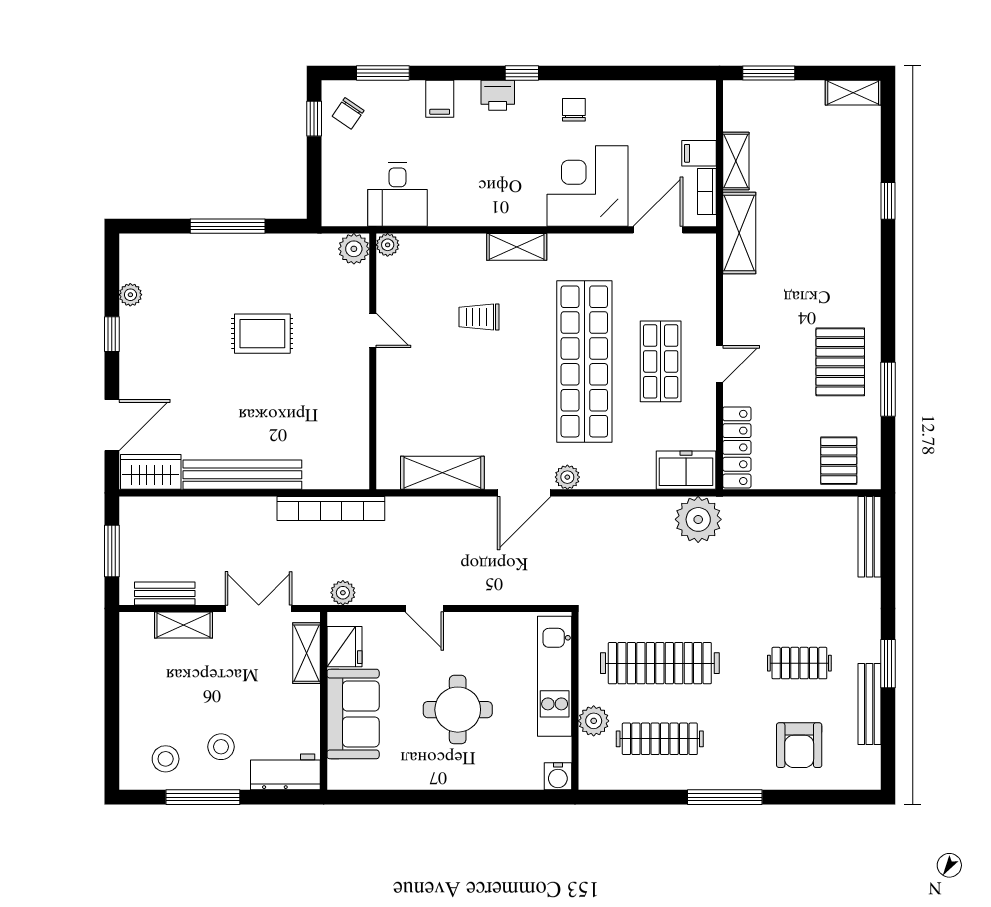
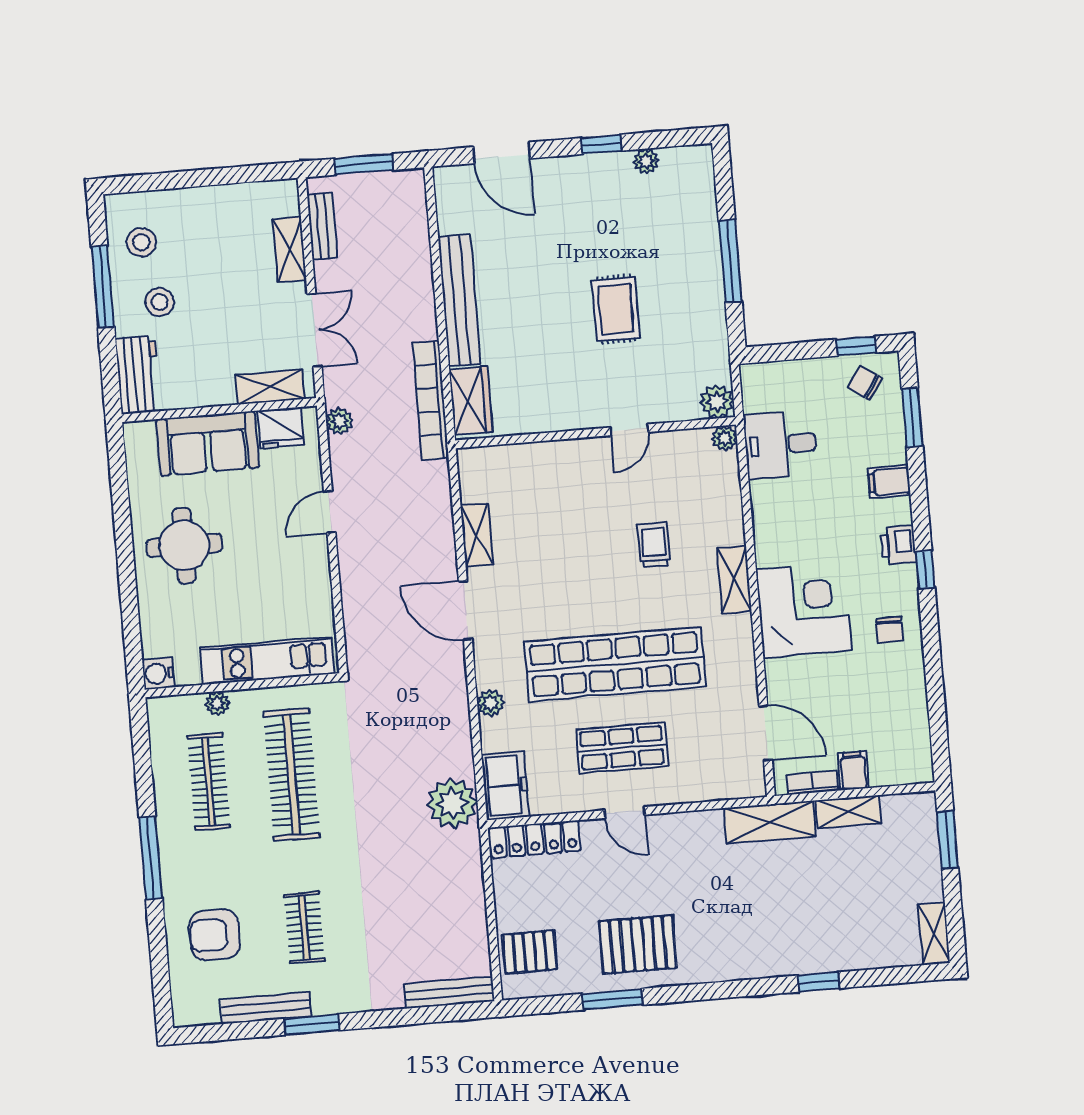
chair: (574, 110) -> (890, 630), turned 90
corner desk: (587, 186) -> (804, 610), moved
wardrobe: (151, 472) -> (471, 401), moved
shelving: (442, 473) -> (477, 535), width x0.67, depth x0.75
plant: (567, 477) -> (491, 703), moved
round table: (458, 710) -> (184, 546), moved
plant: (594, 721) -> (217, 703), width x0.73, depth x0.73

